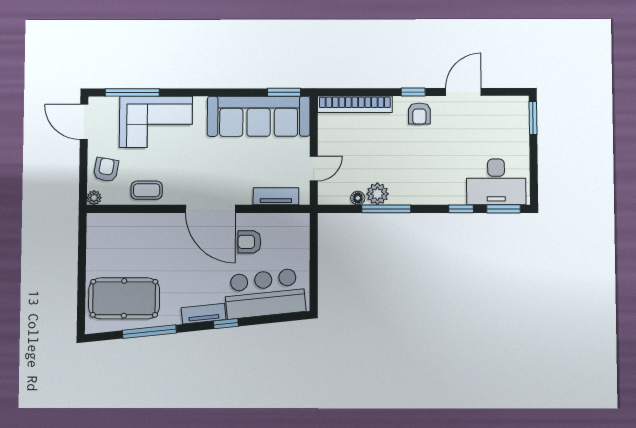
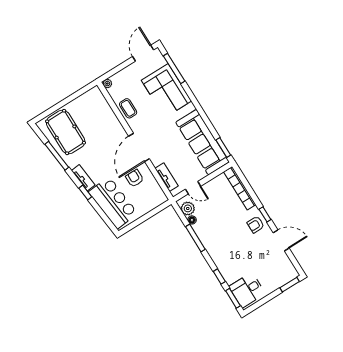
armchair: (106, 170) -> (126, 80), removed
desk: (496, 182) -> (247, 290), width x0.73
plant: (377, 194) -> (188, 208), moved

